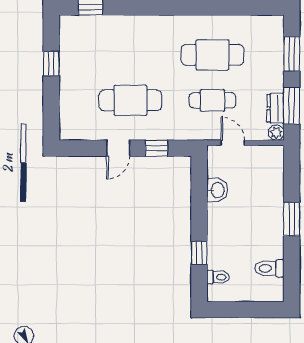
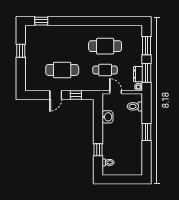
toilet: (269, 268) -> (135, 106), moved

